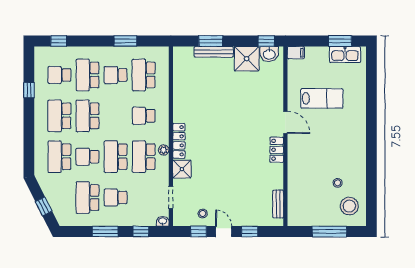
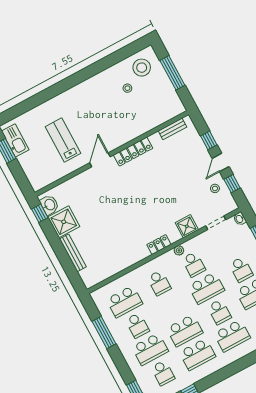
window: (125, 41) -> (104, 333), width x1.44
window: (211, 41) -> (65, 260), removed
filing cabinet: (296, 53) -> (36, 183), removed
locker: (179, 141) -> (159, 245), width x0.66
locker: (277, 150) -> (133, 152), width x1.53
school desk: (144, 157) -> (194, 264), width x0.54

